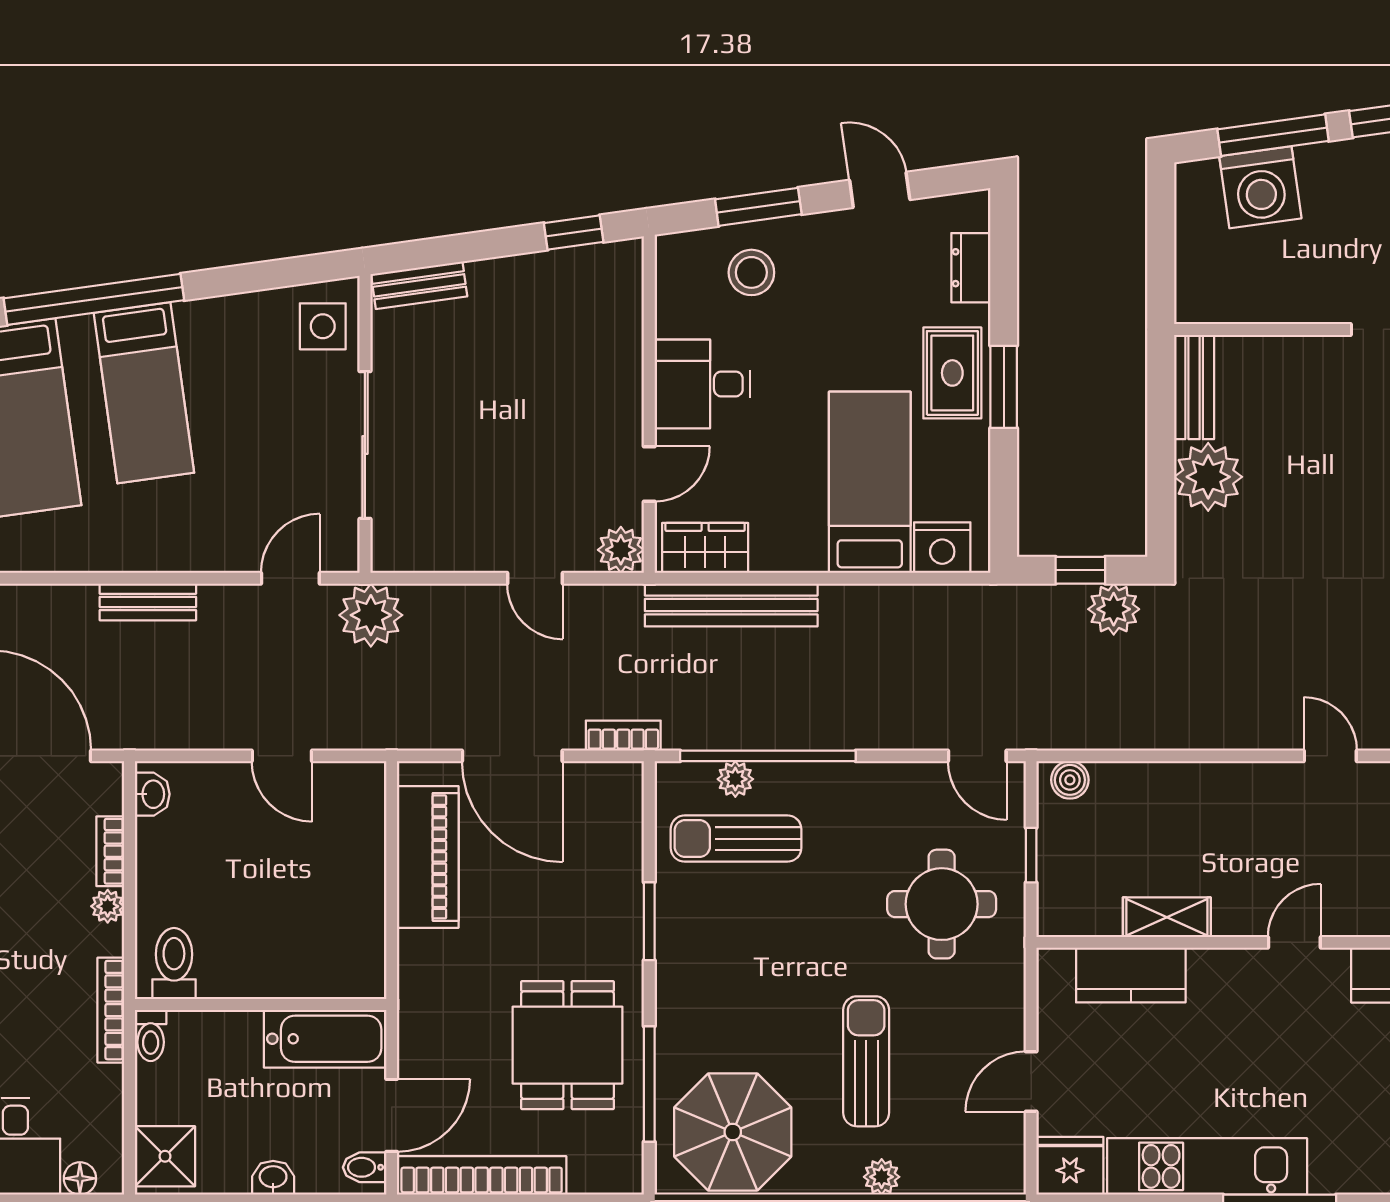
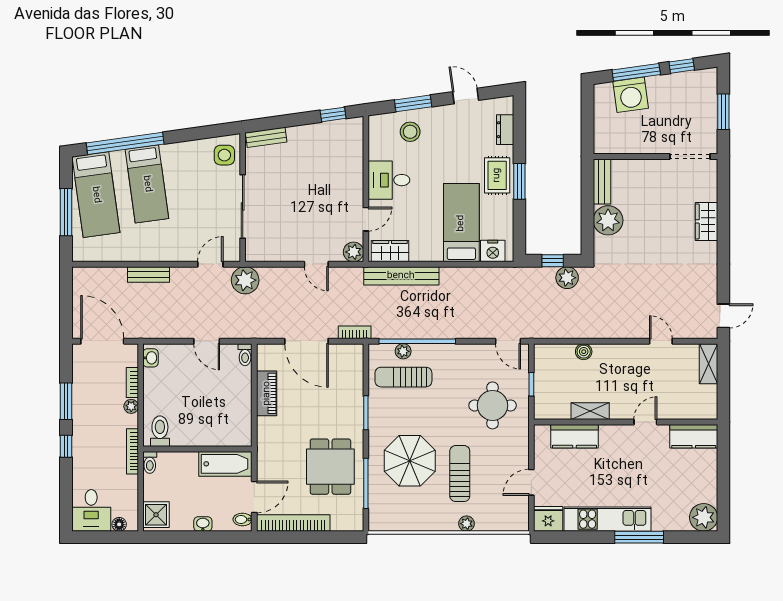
boiler: (1070, 780) -> (584, 352), moved
toilet: (371, 787) -> (245, 355), added
piano: (428, 857) -> (267, 393), width x0.73, depth x0.75
parasol: (733, 1132) -> (410, 461), moved

